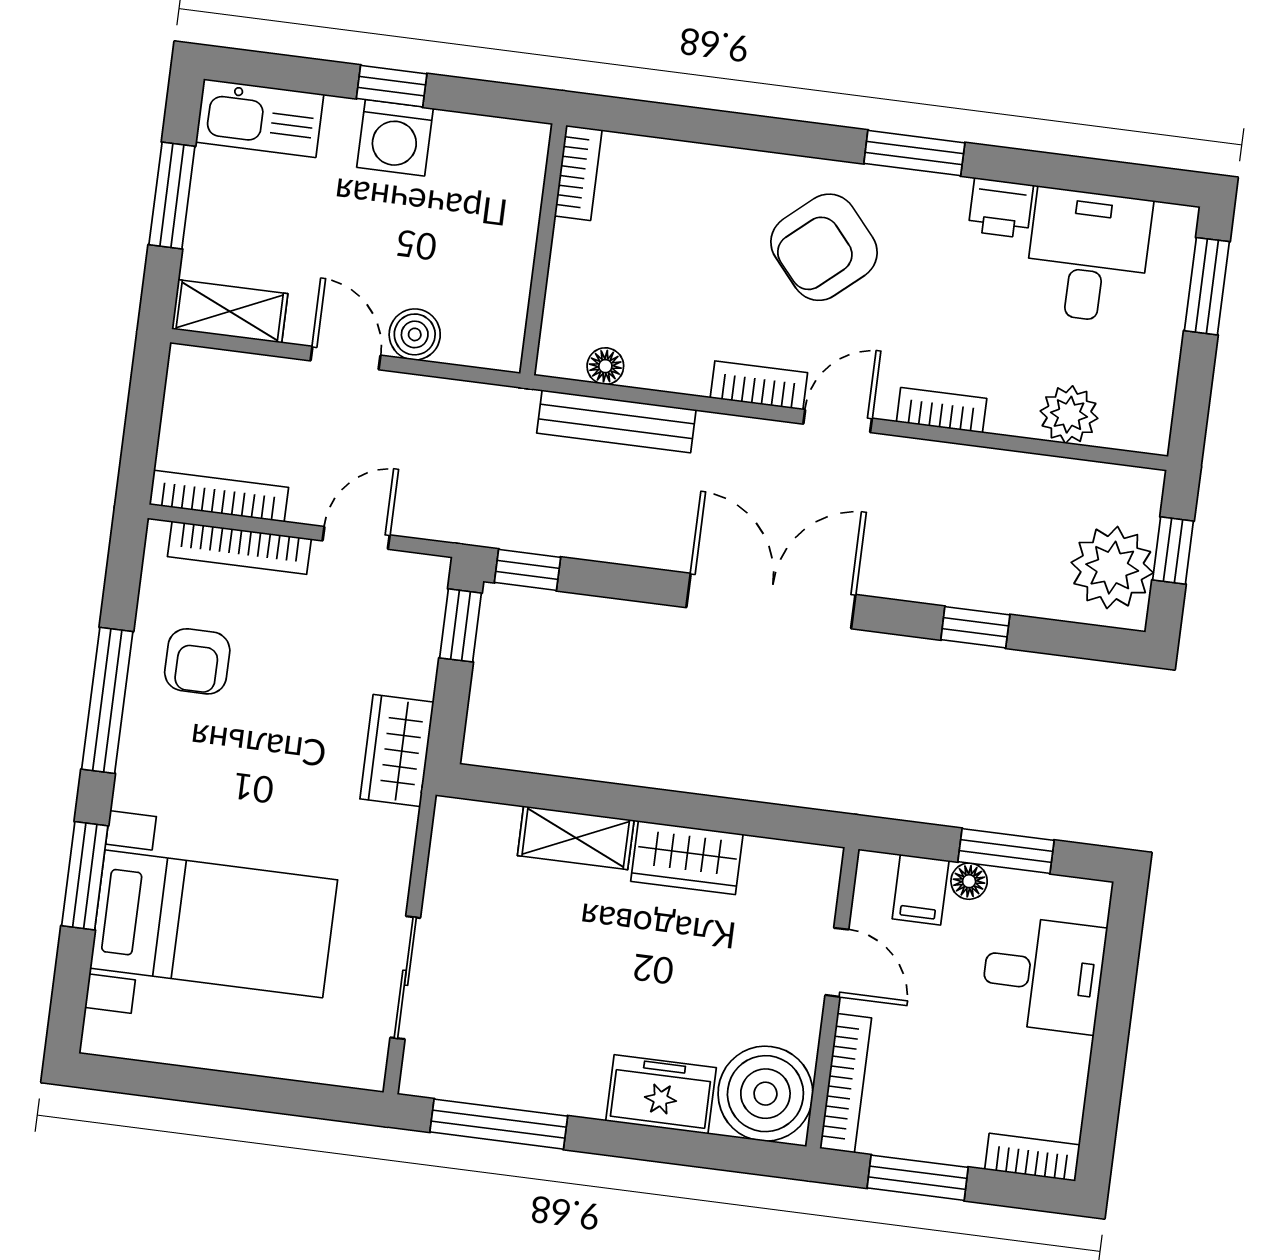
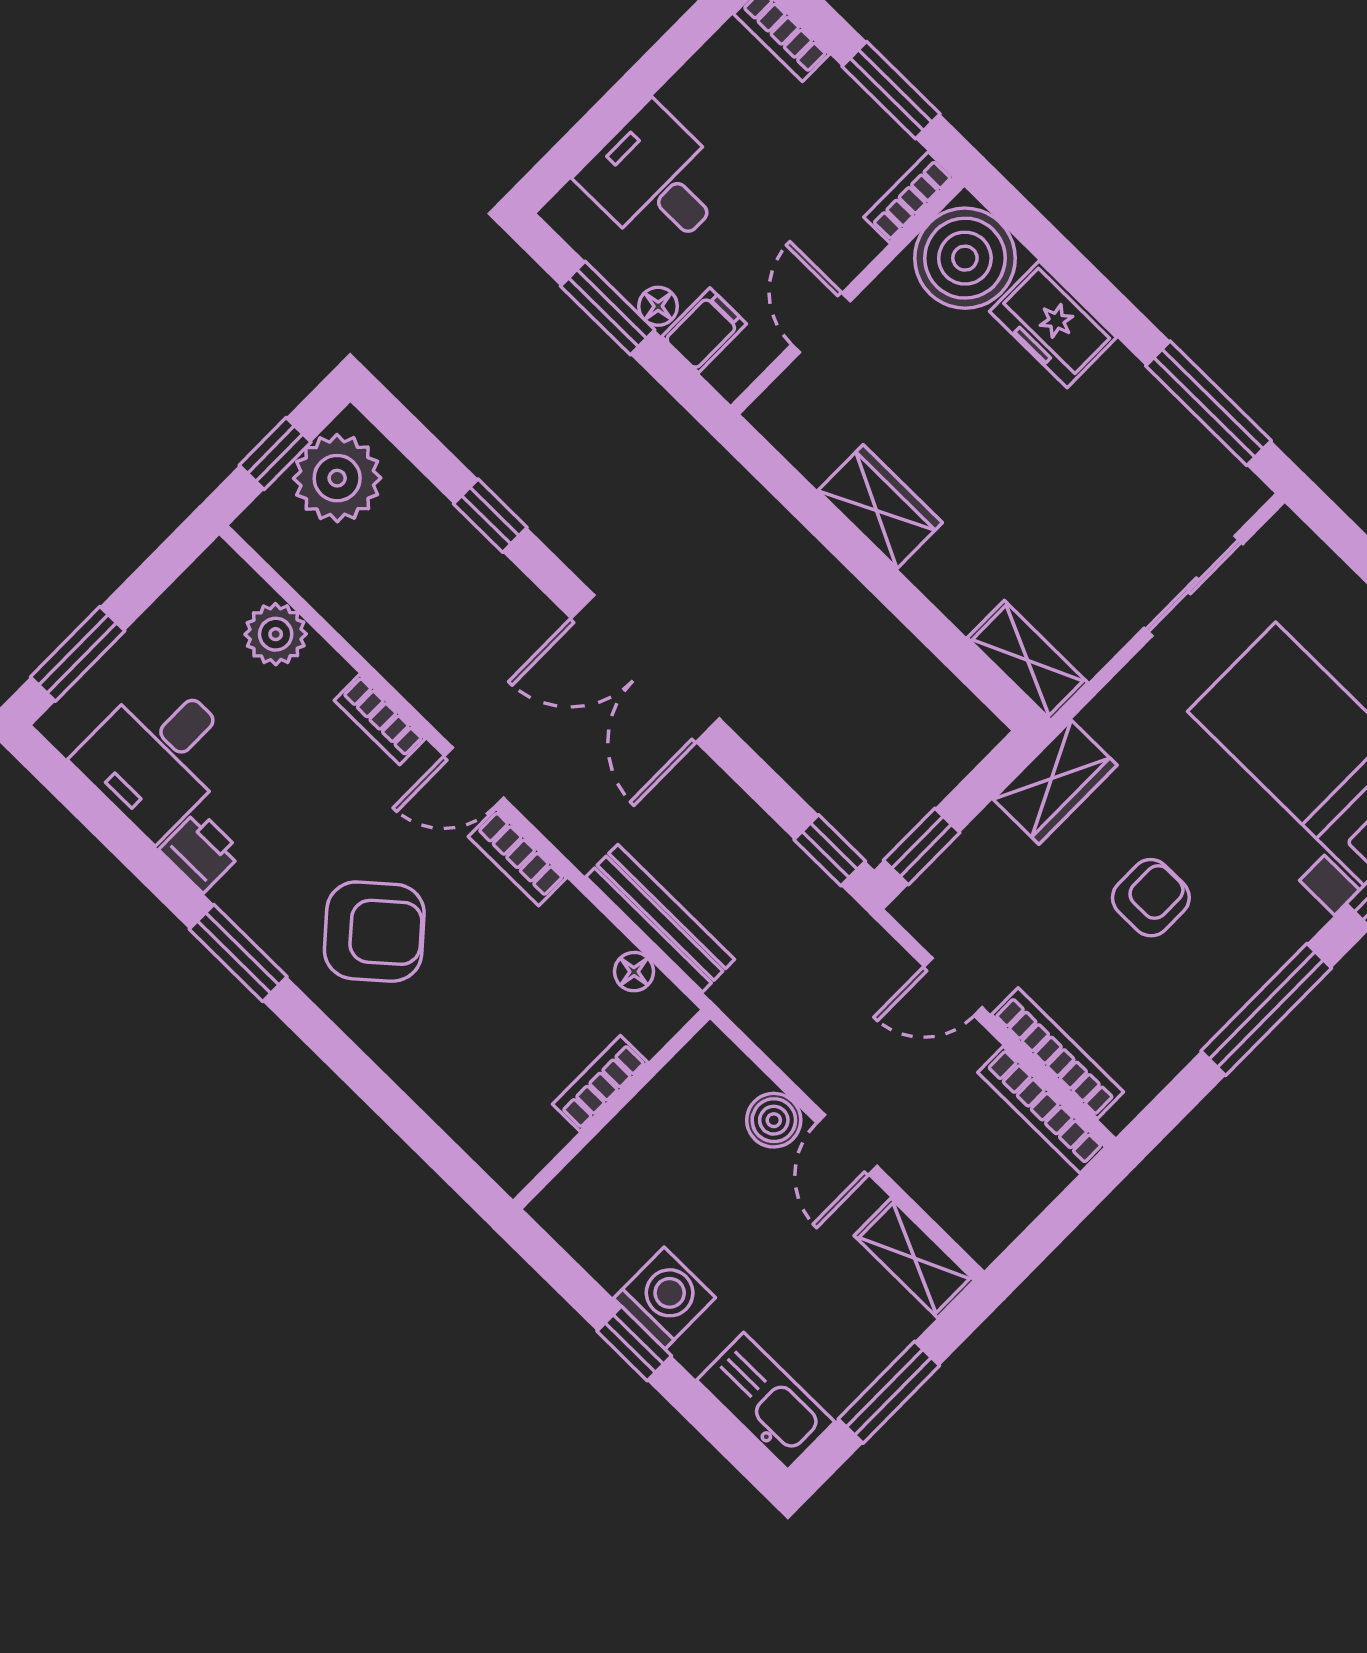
bookcase: (578, 173) -> (600, 1083), moved
armchair: (197, 661) -> (1151, 898), moved
shelving: (576, 838) -> (1028, 660), moved
bookcase: (846, 1083) -> (909, 197), width x0.64

